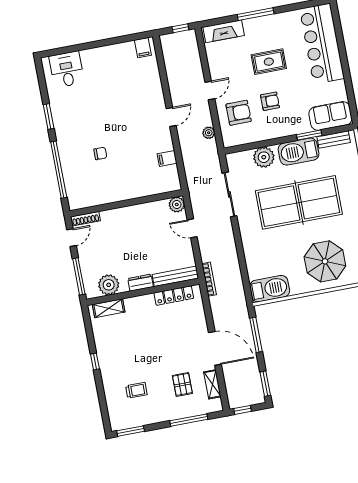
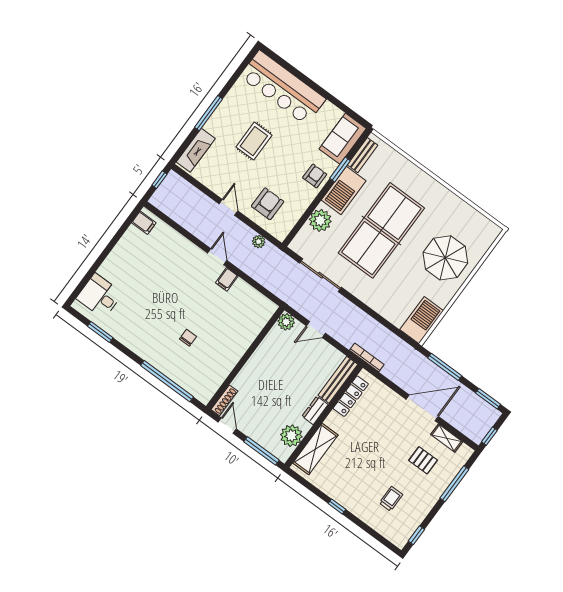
armchair: (270, 101) -> (315, 176), moved
window: (49, 116) -> (100, 332), moved
filing cabinet: (167, 158) -> (227, 279), moved
shelving: (109, 308) -> (315, 449), width x1.50, depth x1.33
window: (131, 431) -> (416, 535), width x0.67

